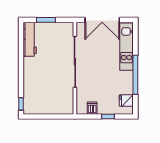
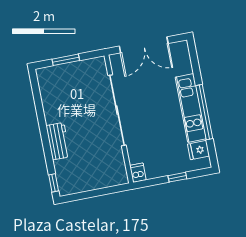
workbench: (30, 39) -> (58, 141), moved, width x0.73
kitchen unit: (126, 47) -> (191, 108), moved
dishwasher: (92, 108) -> (138, 173), moved

